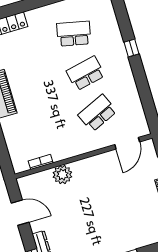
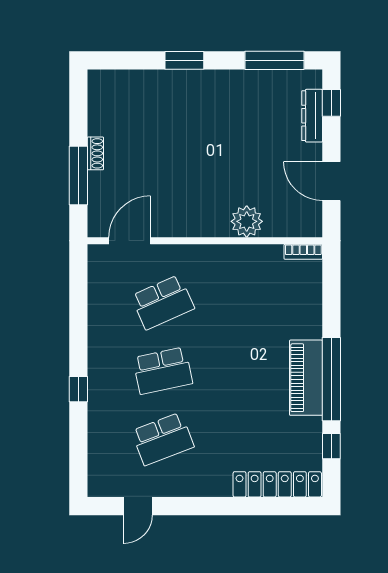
school desk: (74, 34) -> (163, 439), turned -33
bookcase: (41, 162) -> (303, 252), moved

